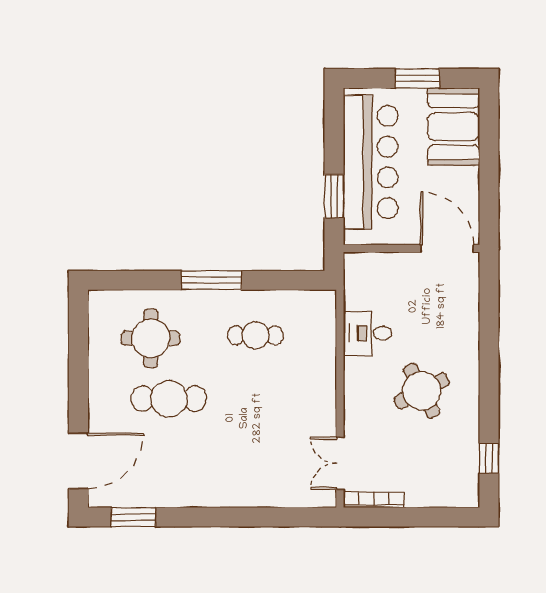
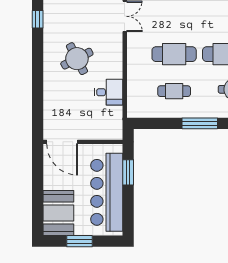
cafe table: (255, 399) -> (174, 54), added

